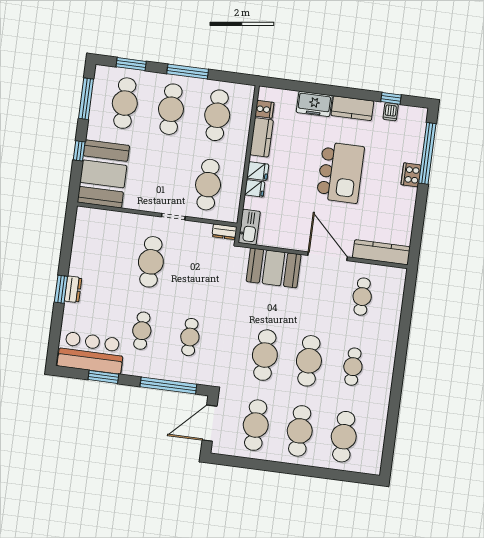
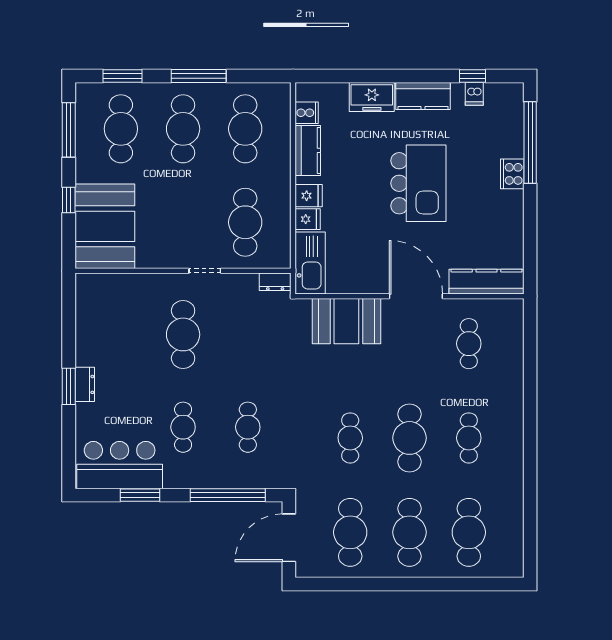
kitchen sink: (249, 227) -> (310, 263), width x1.36, depth x1.24
cafe table: (265, 355) -> (350, 438), width x0.73, depth x0.74

